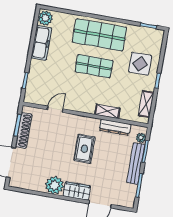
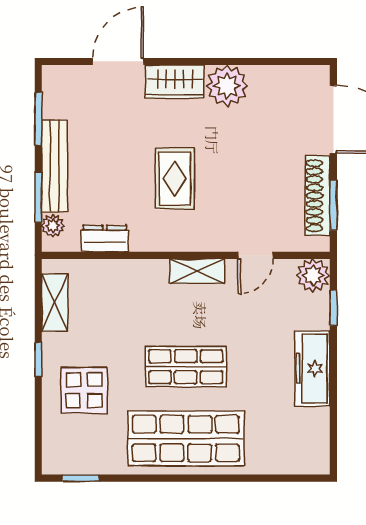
plant: (45, 18) -> (313, 275), moved
freezer: (41, 43) -> (312, 369), moved
shelving: (107, 111) -> (197, 271), moved
dresser: (115, 127) -> (105, 239), width x0.70

